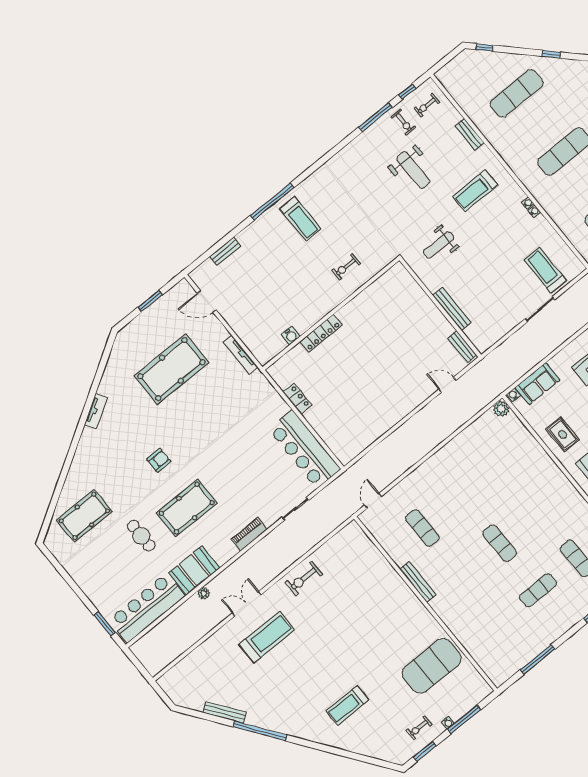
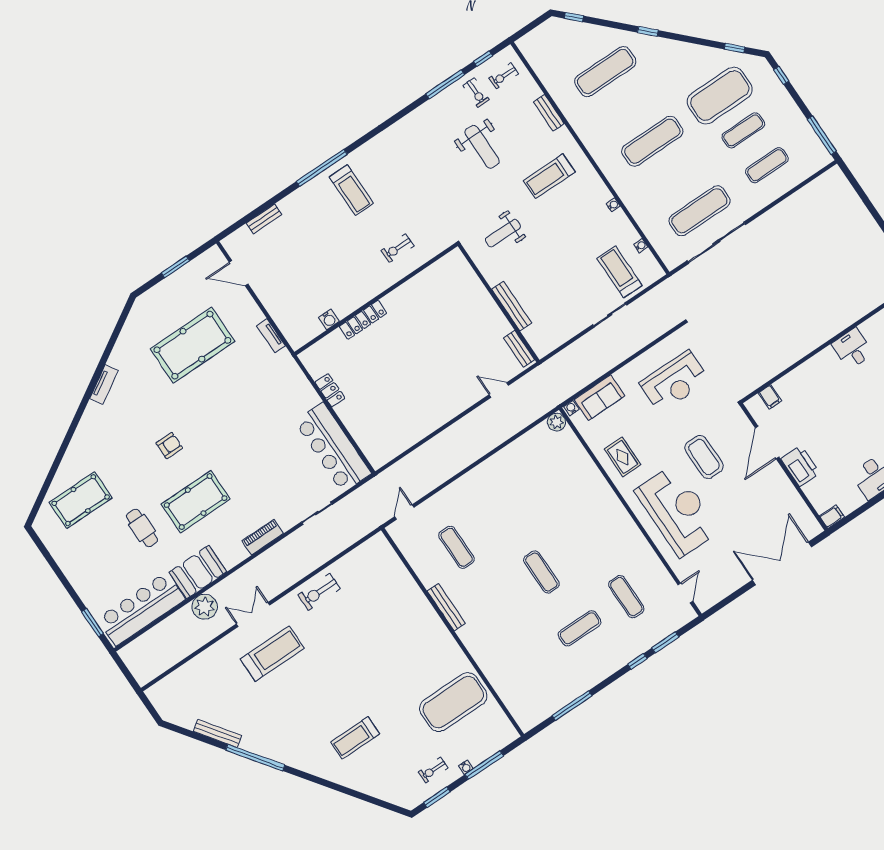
water cooler: (528, 203) -> (641, 246), moved
tv unit: (241, 355) -> (271, 336), width x0.71
plant: (204, 593) -> (205, 607), width x1.87, depth x1.87

